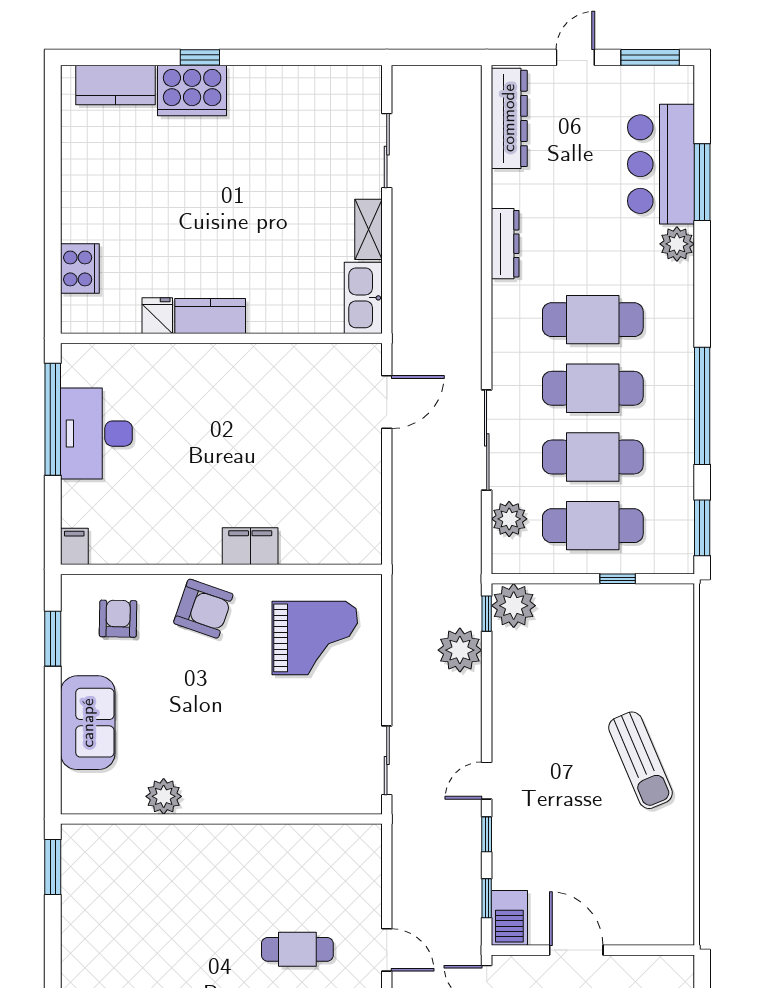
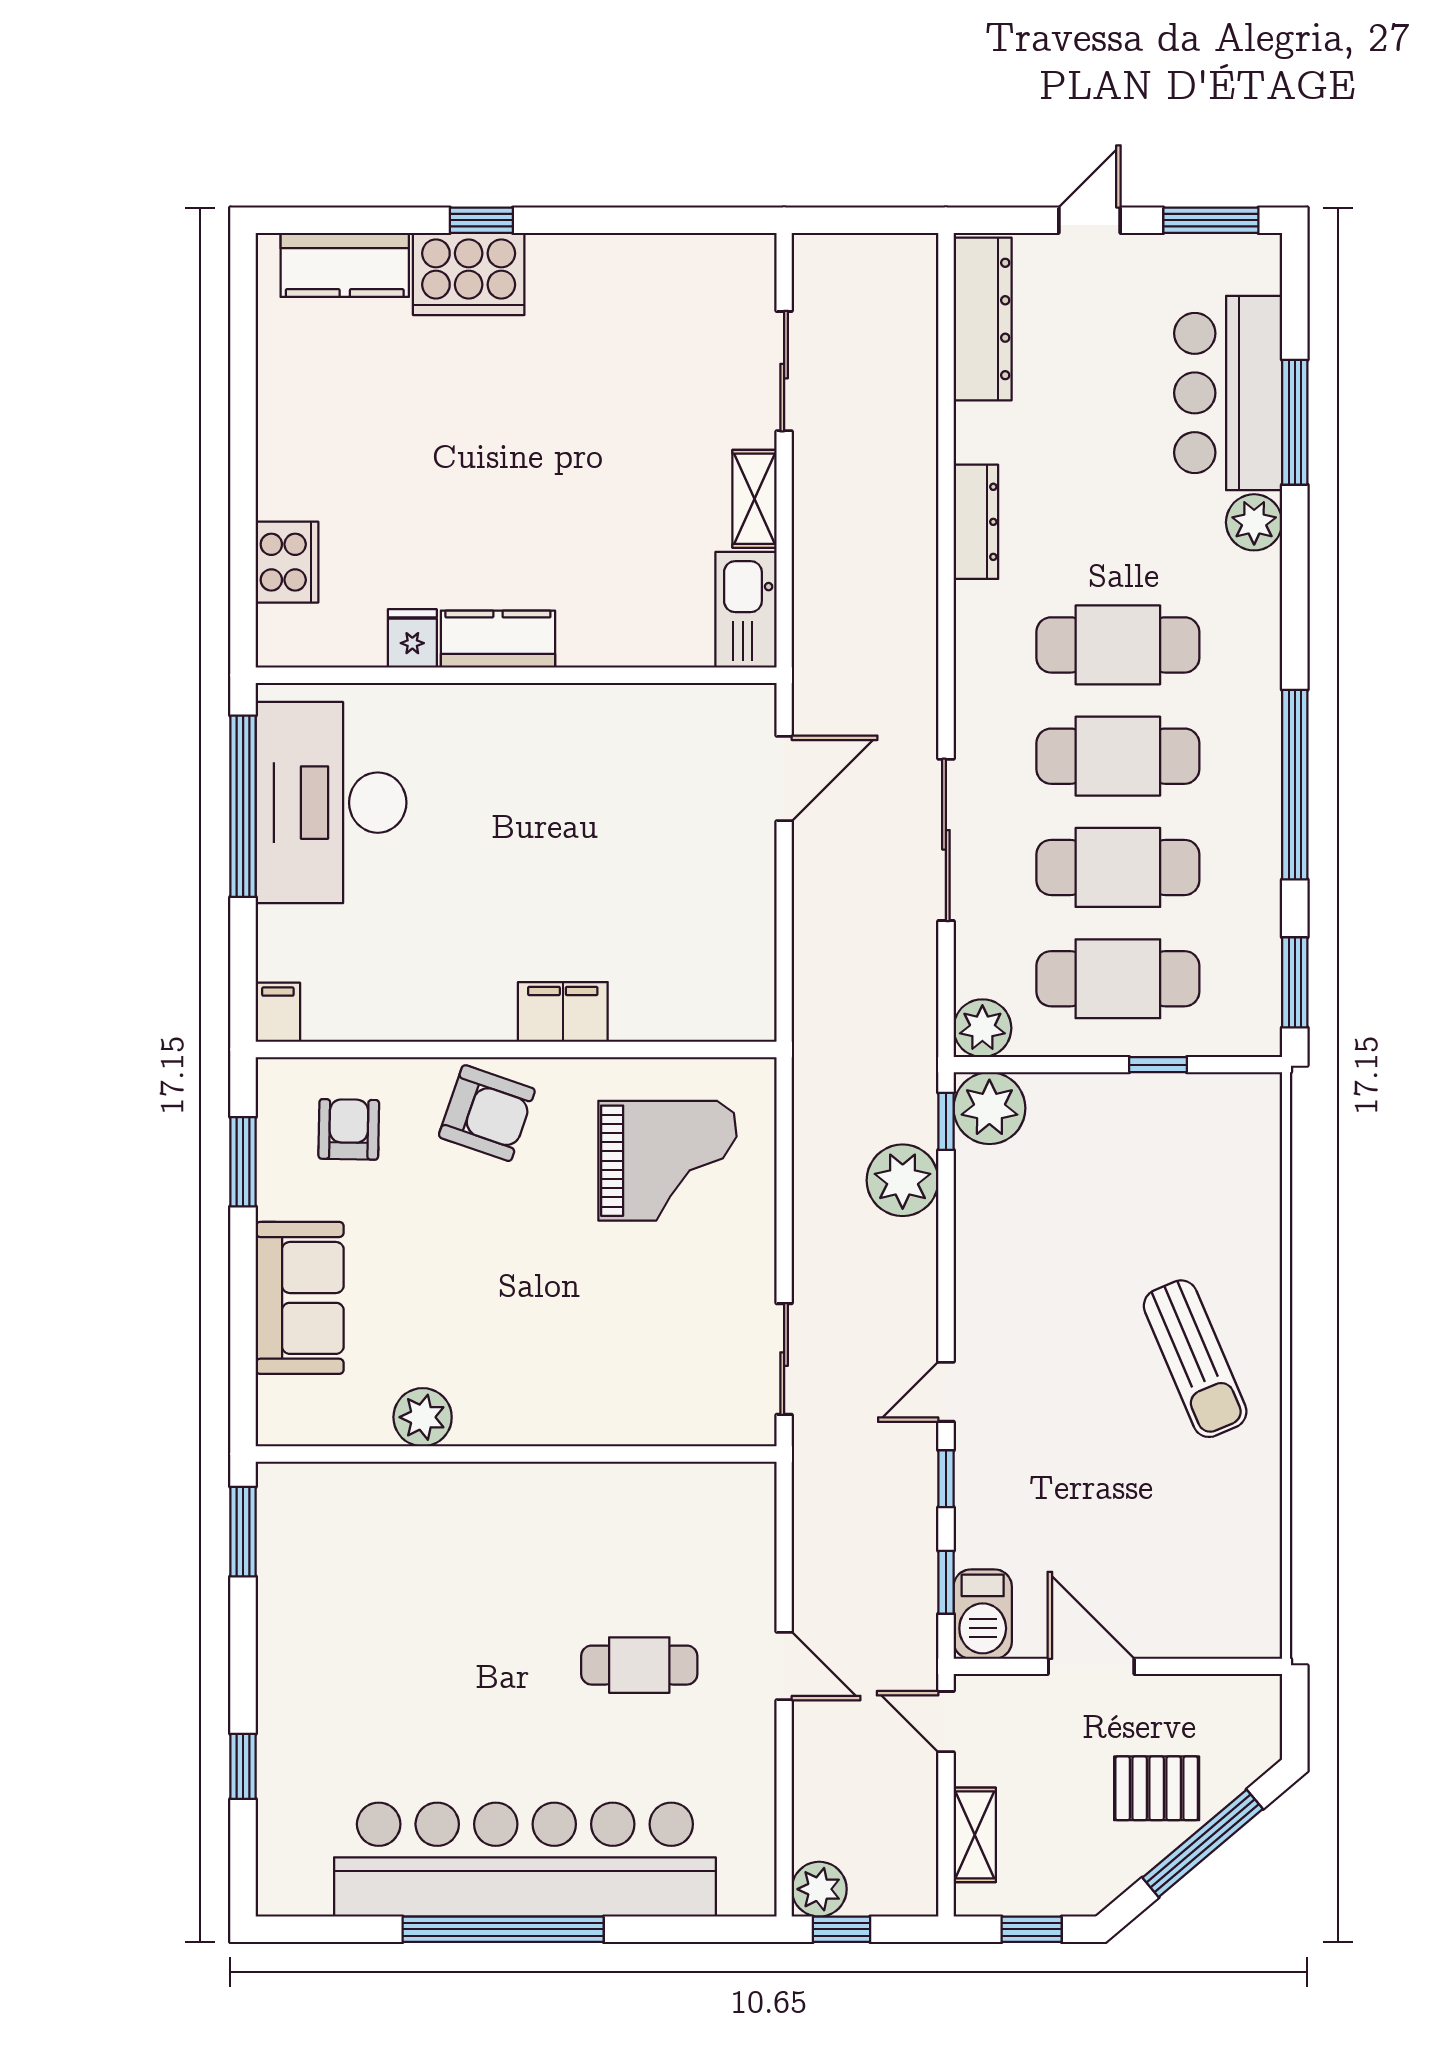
desk: (96, 434) -> (331, 803), width x1.36, depth x1.30
plant: (509, 519) -> (982, 1028), moved

